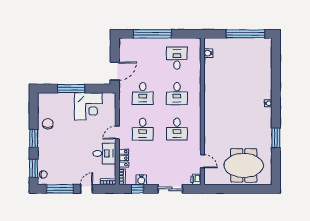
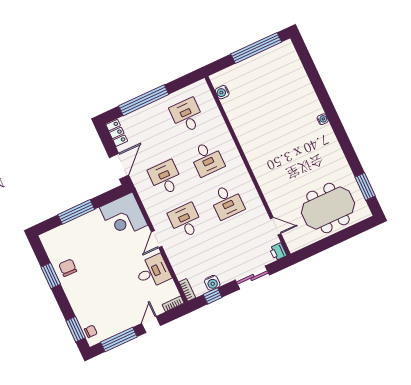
desk: (143, 94) -> (166, 178), turned 180
corner desk: (88, 106) -> (123, 216), moved, turned 90
desk: (143, 129) -> (185, 221), turned 180
window: (34, 138) -> (51, 276), moved
window: (276, 138) -> (365, 186), moved
locker: (124, 158) -> (117, 133), moved

